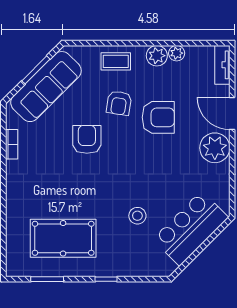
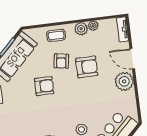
armchair: (87, 139) -> (44, 86), turned 90

